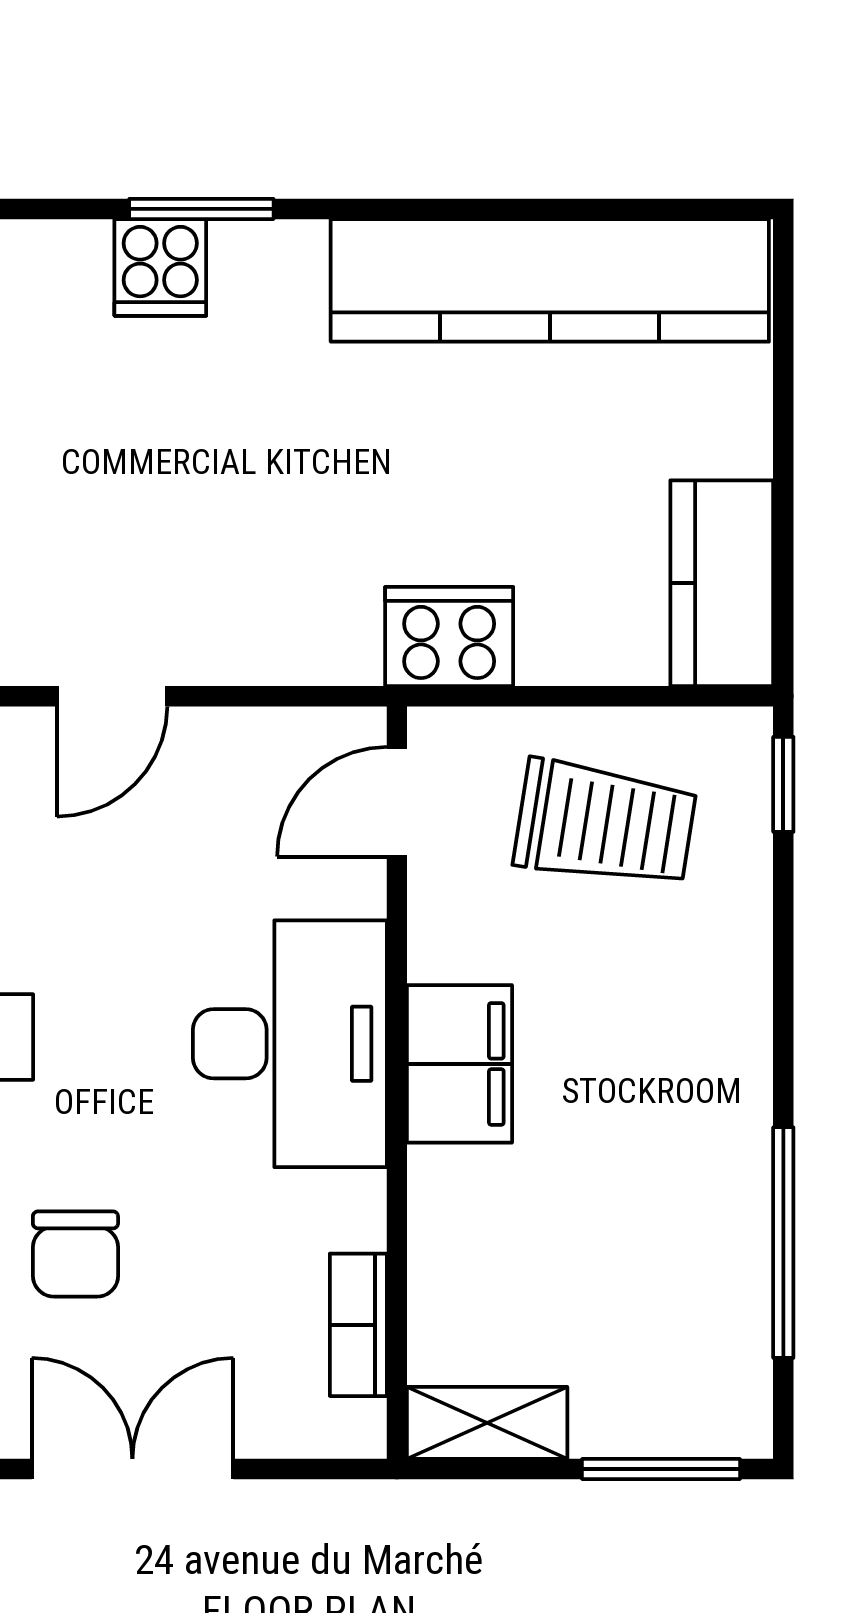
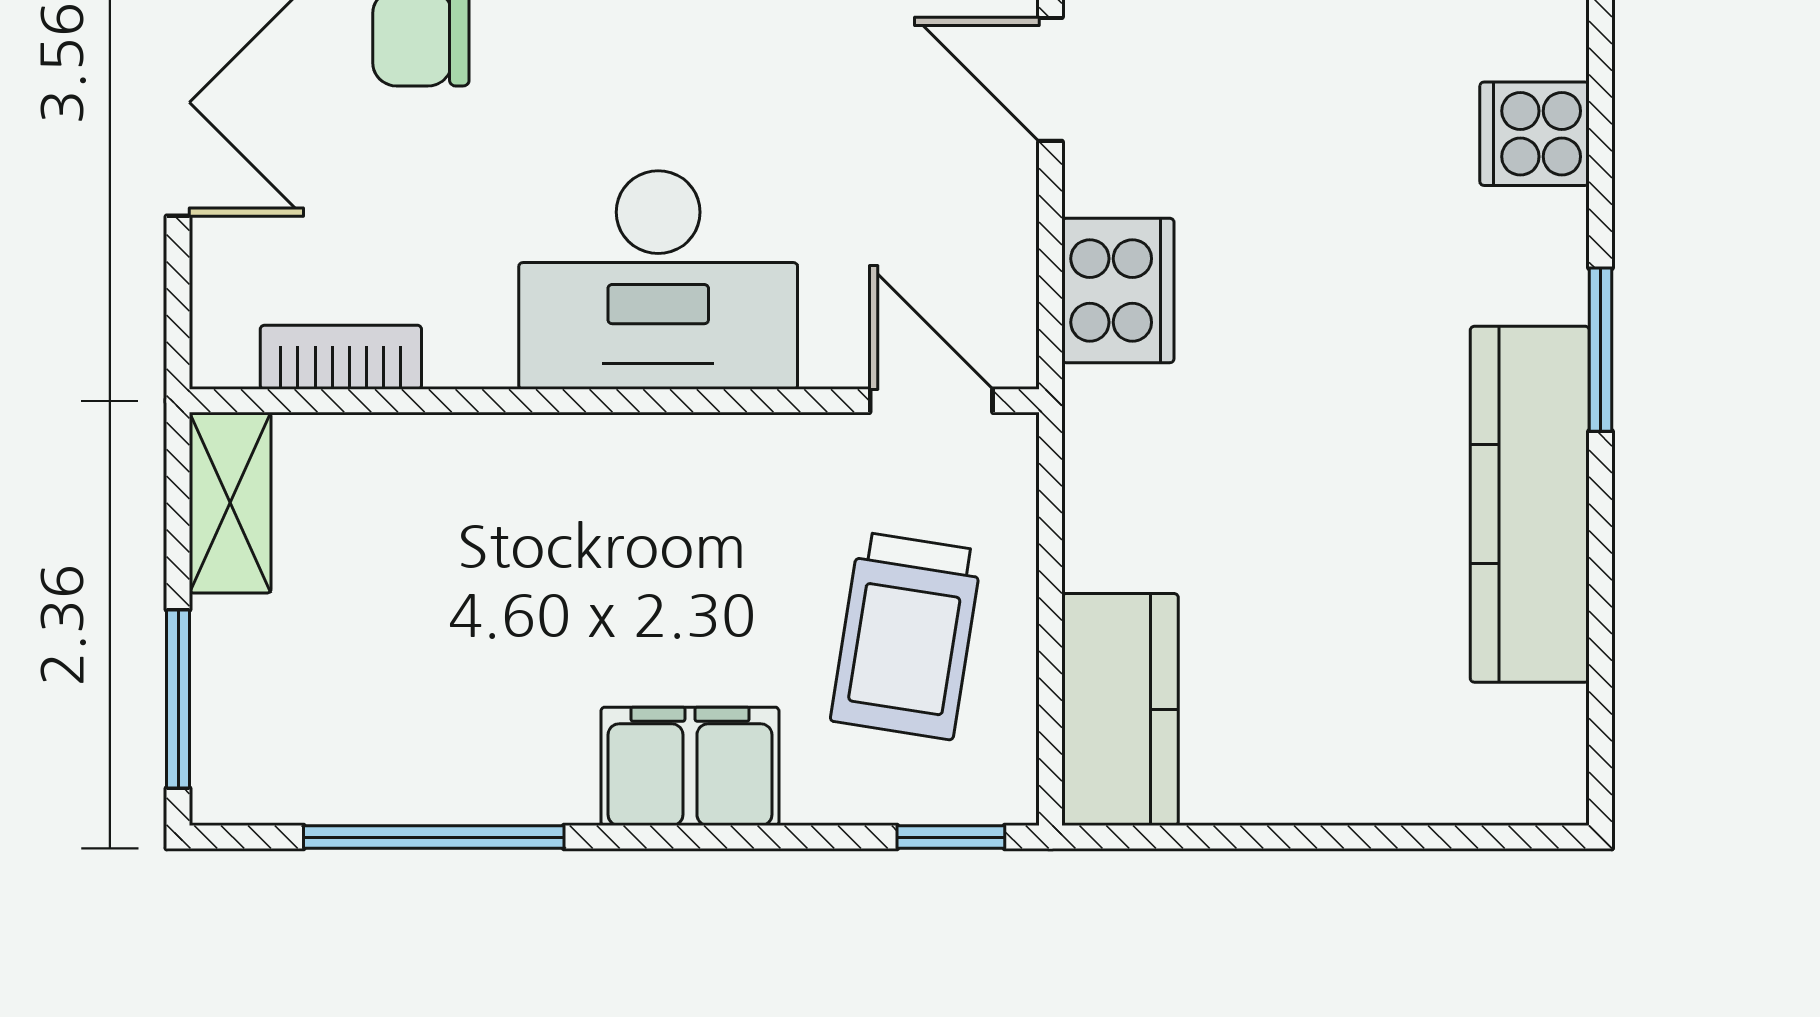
window: (201, 209) -> (1601, 350), moved
kitchen counter: (550, 280) -> (1530, 504), width x0.72, depth x0.86
kitchen counter: (722, 583) -> (1120, 710), moved, turned 90
cooker: (449, 637) -> (1118, 290), moved
filing cabinet: (460, 1064) -> (690, 766), moved, turned 180

